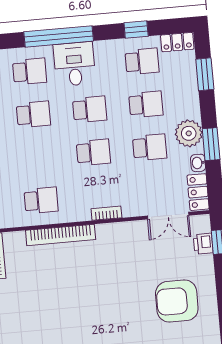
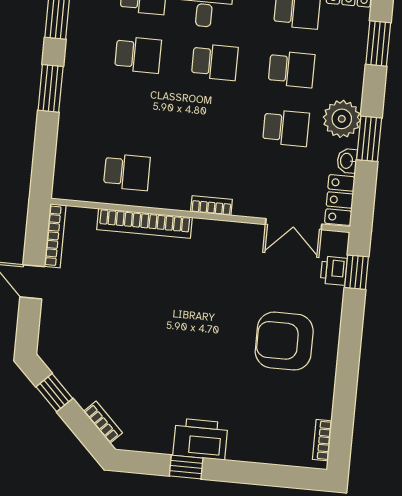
school desk: (93, 152) -> (209, 121), removed

